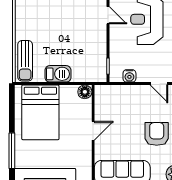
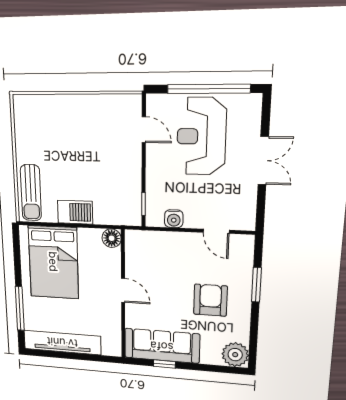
door: (93, 131) -> (123, 290), hinge flipped

